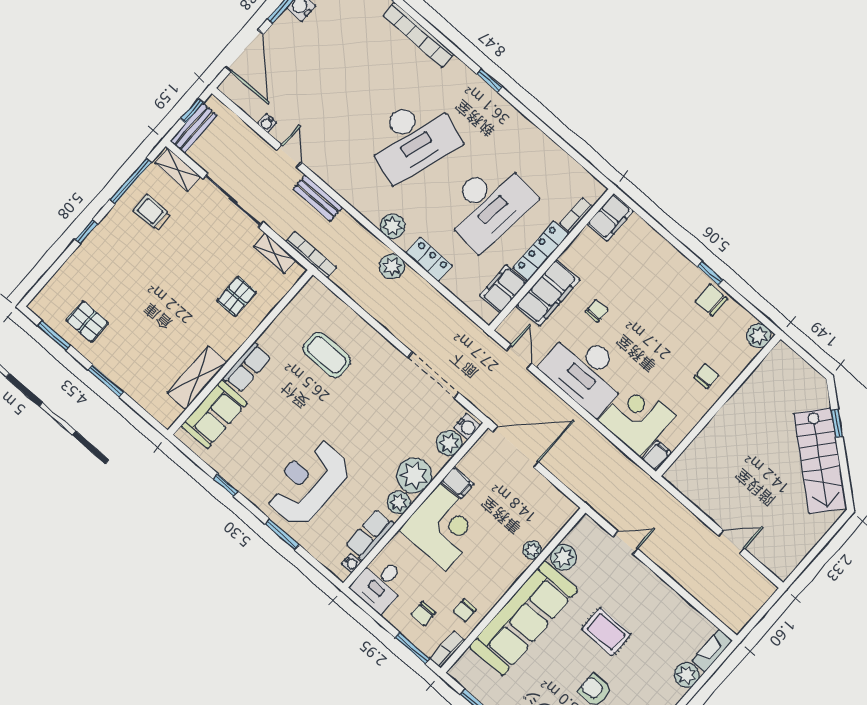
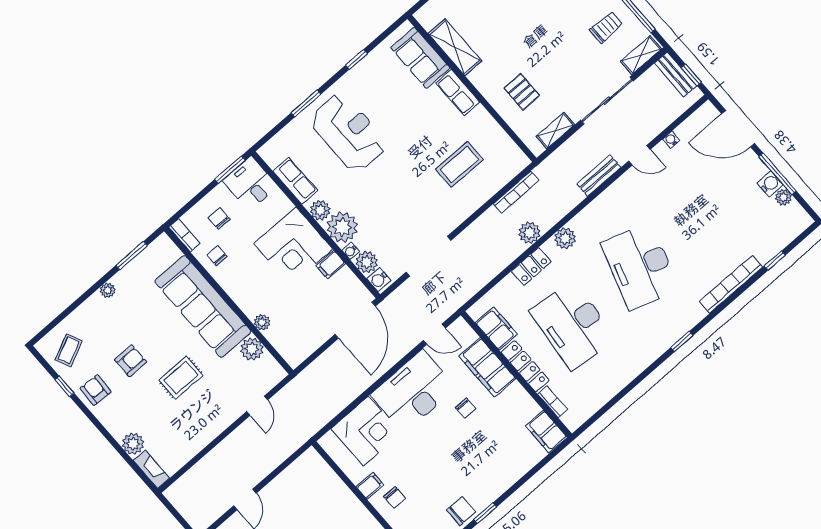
bookcase: (311, 255) -> (516, 192), moved
filing cabinet: (656, 455) -> (370, 486), moved, turned -90
water cooler: (351, 563) -> (351, 251), moved
window: (412, 648) -> (230, 170), moved

